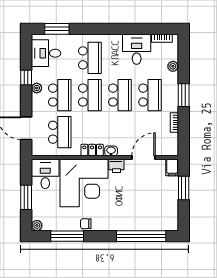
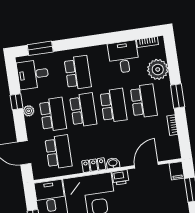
plant: (173, 66) -> (158, 69), width x1.88, depth x1.88

